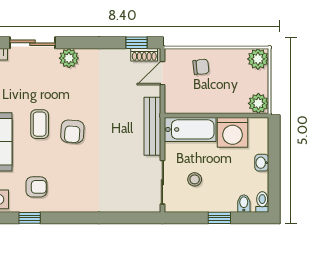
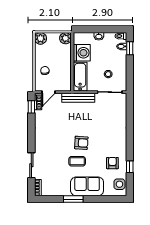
plant: (69, 58) -> (40, 145), removed
door: (162, 73) -> (48, 92), hinge flipped
window: (219, 218) -> (130, 48), moved

